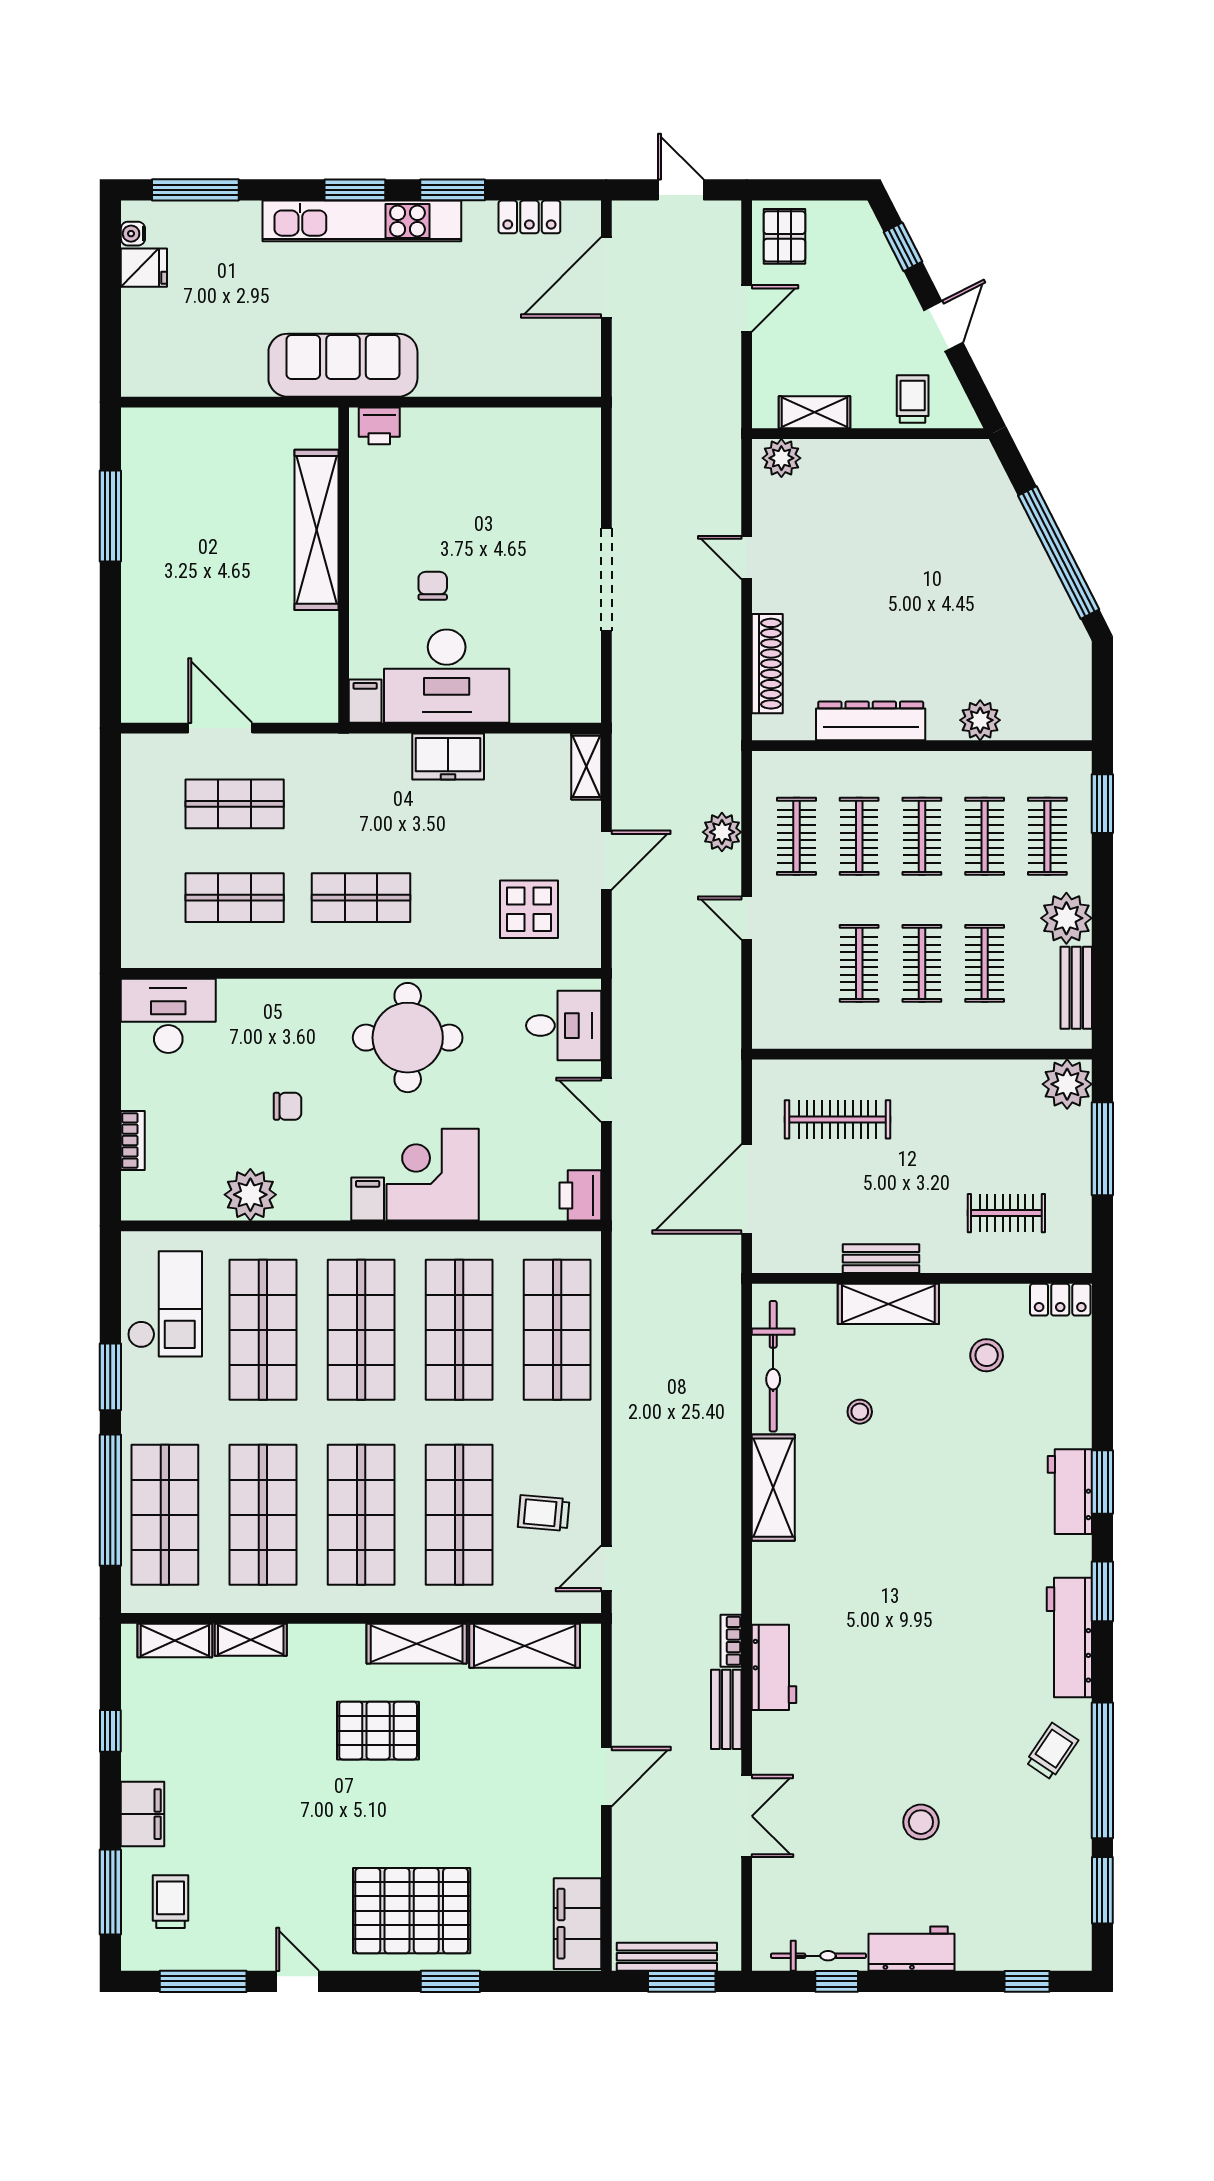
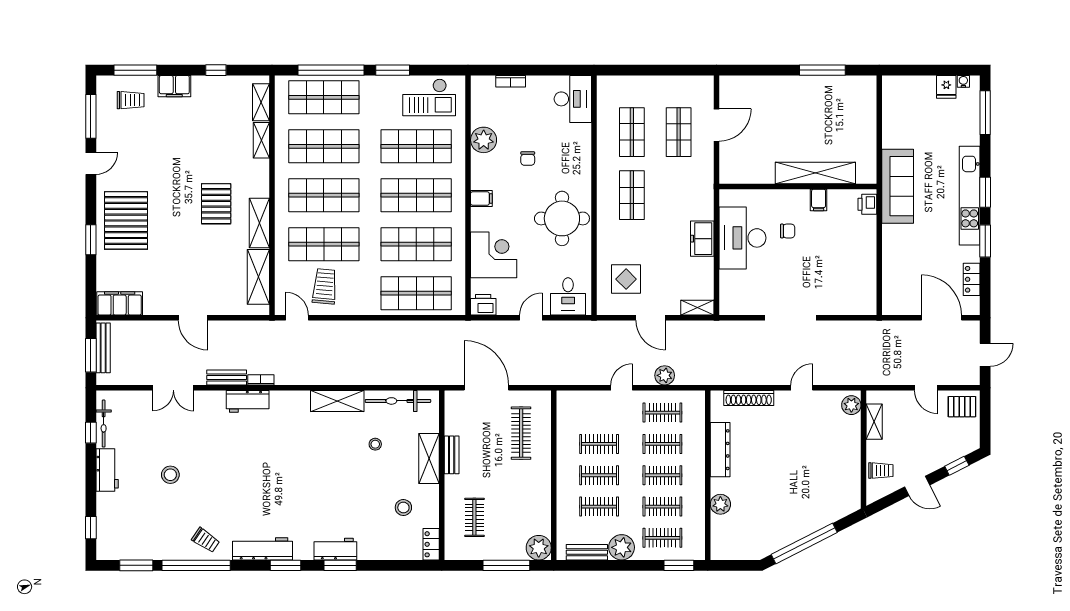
filing cabinet: (365, 701) -> (819, 200), moved, turned 90
corner desk: (433, 1175) -> (494, 255), moved
trolley: (544, 1513) -> (325, 286), width x1.36, depth x1.39

